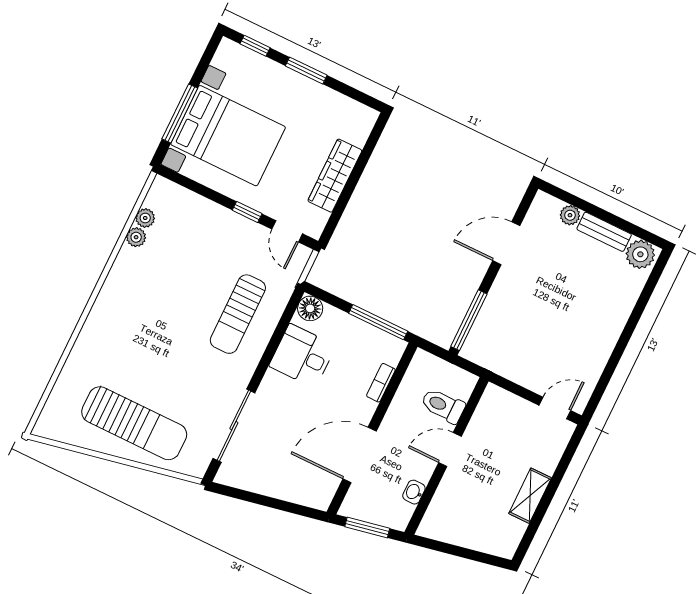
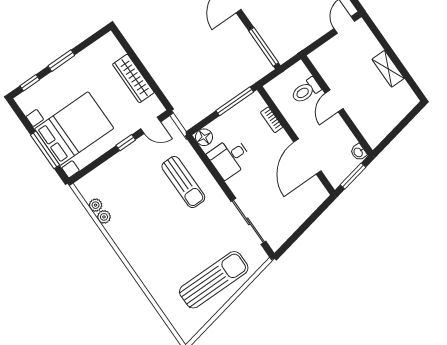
washbasin: (414, 492) -> (358, 152), moved

